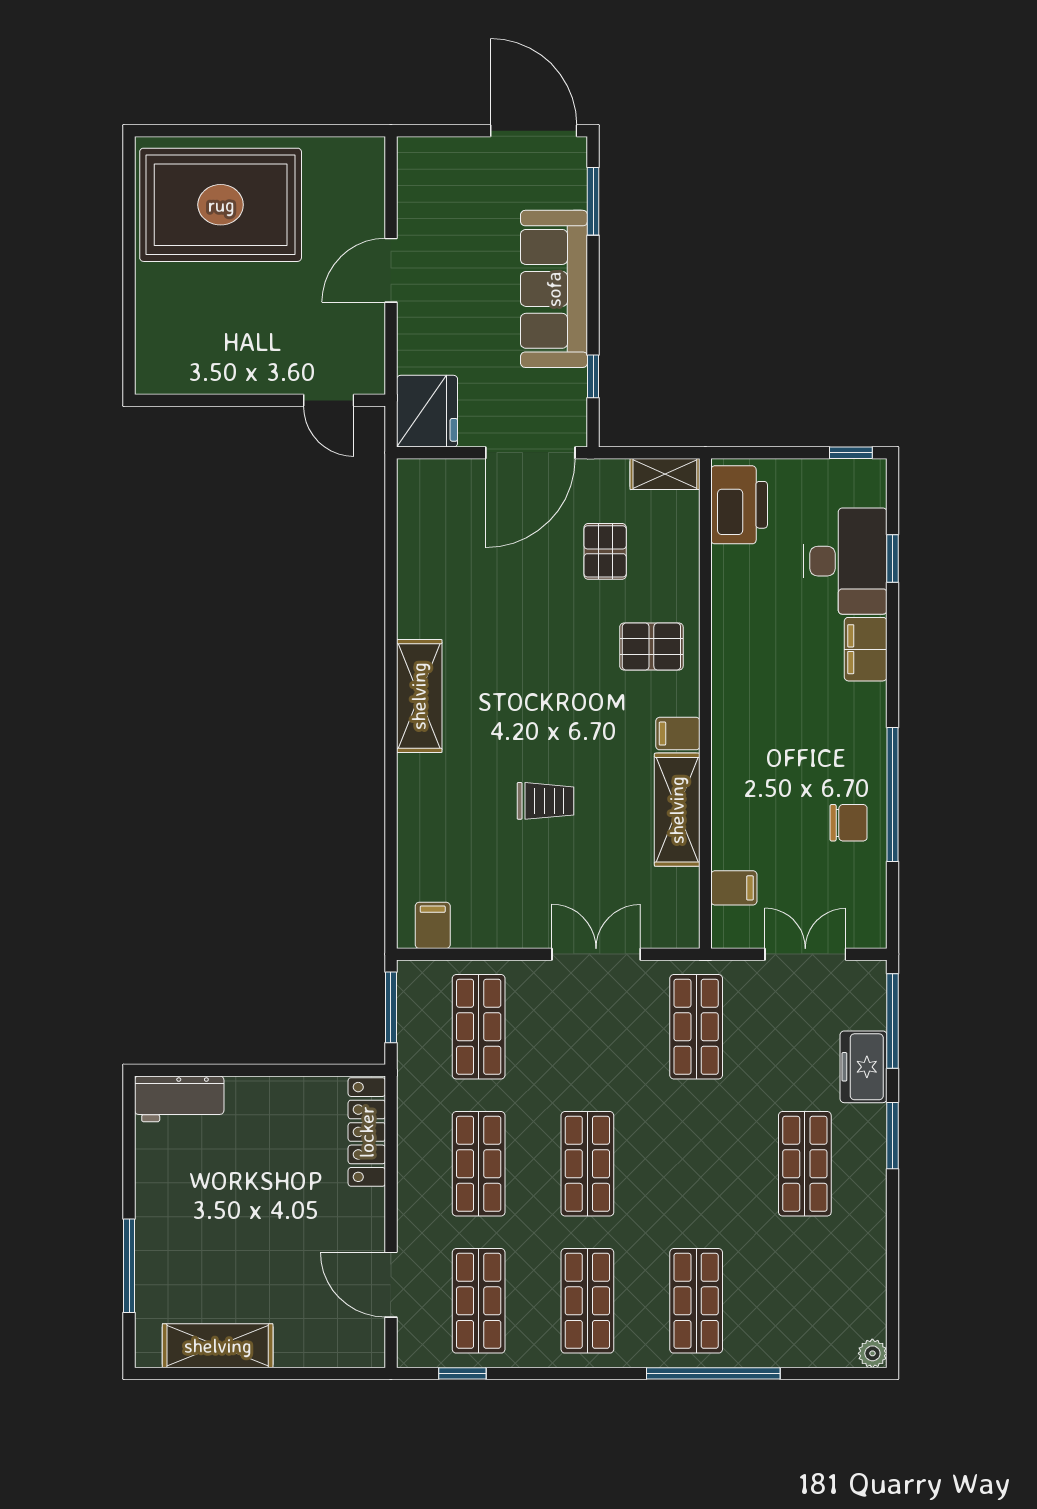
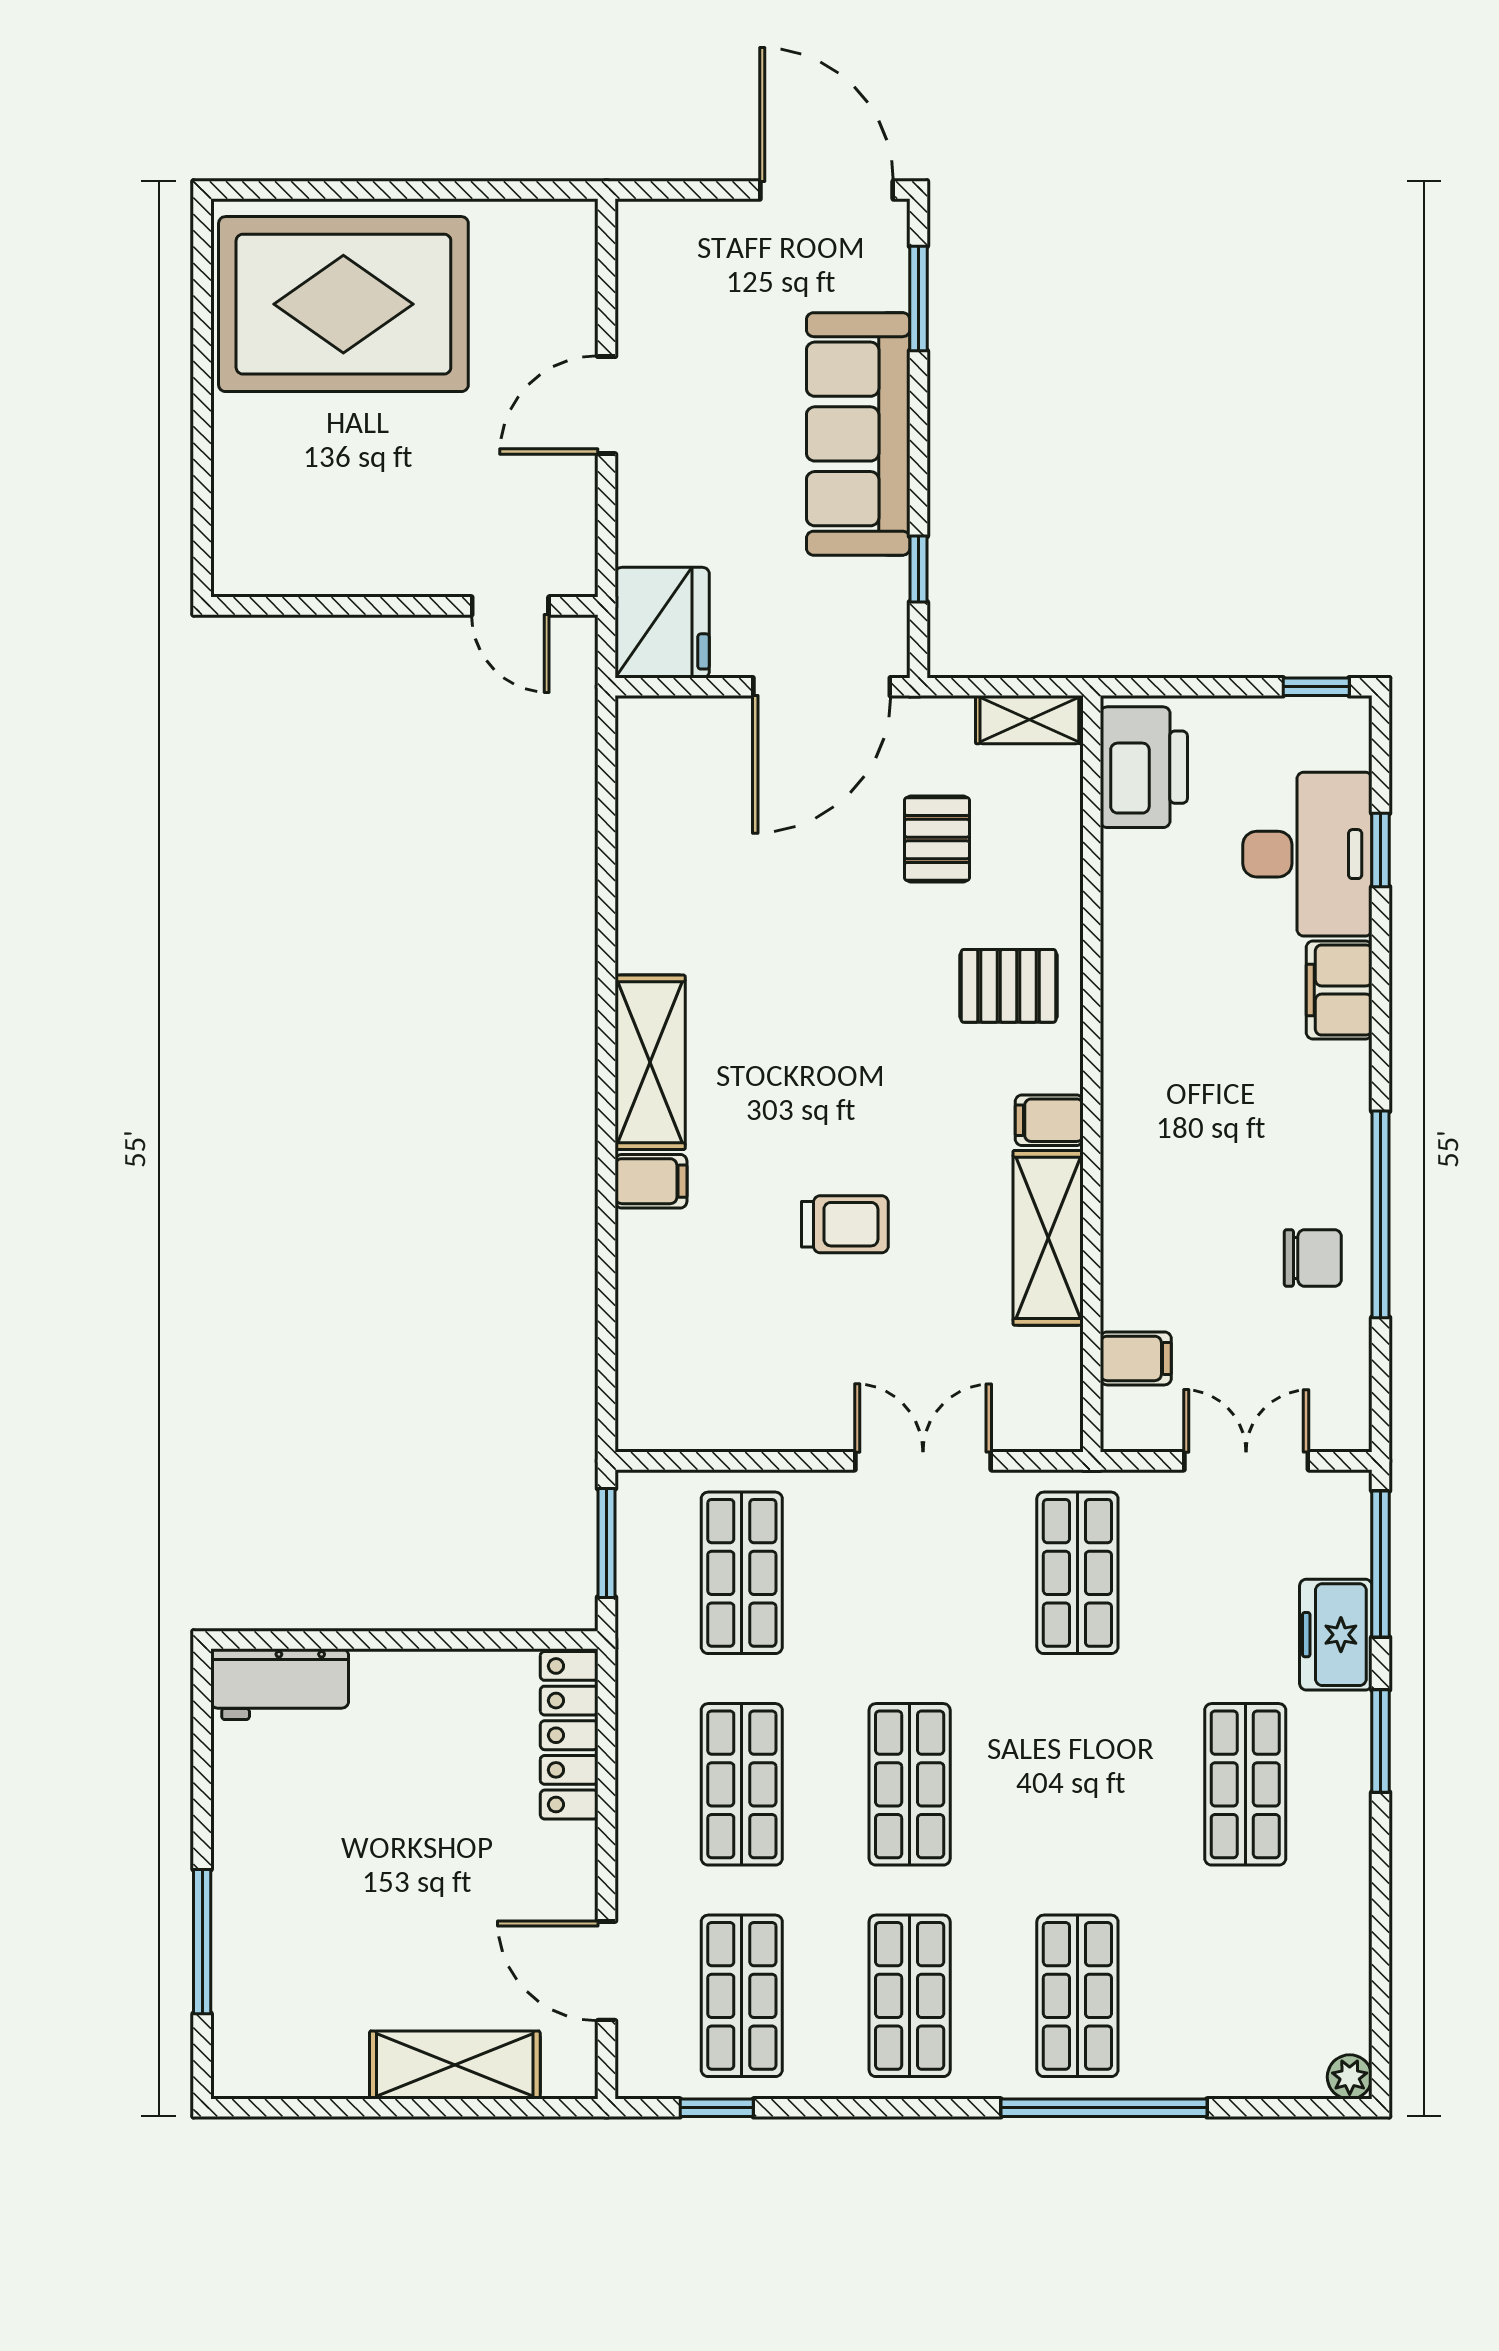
filing cabinet: (433, 925) -> (651, 1181), moved, turned 90
shelving: (218, 1346) -> (455, 2065), moved

